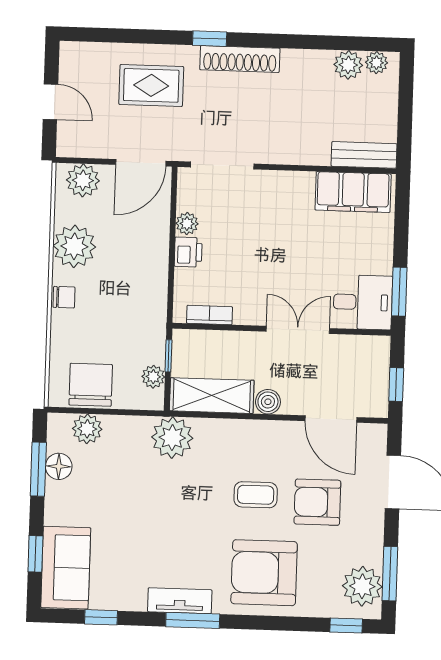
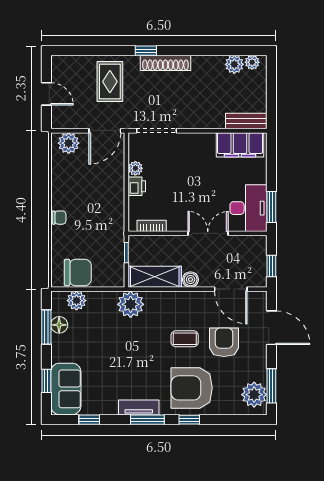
rug: (151, 85) -> (110, 82), turned 90
plant: (74, 246) -> (64, 185), removed
desk: (363, 302) -> (248, 208), width x1.37
plant: (153, 377) -> (117, 266), removed
chair: (91, 385) -> (78, 272), turned 90
armchair: (317, 502) -> (224, 342), turned 90
window: (346, 625) -> (189, 420), moved

